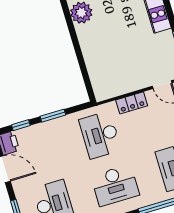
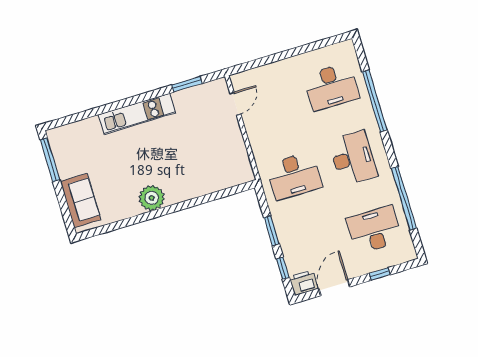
locker: (132, 103) -> (257, 139), removed

